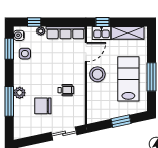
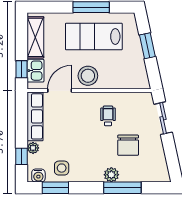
door: (86, 52) -> (60, 91), hinge flipped

